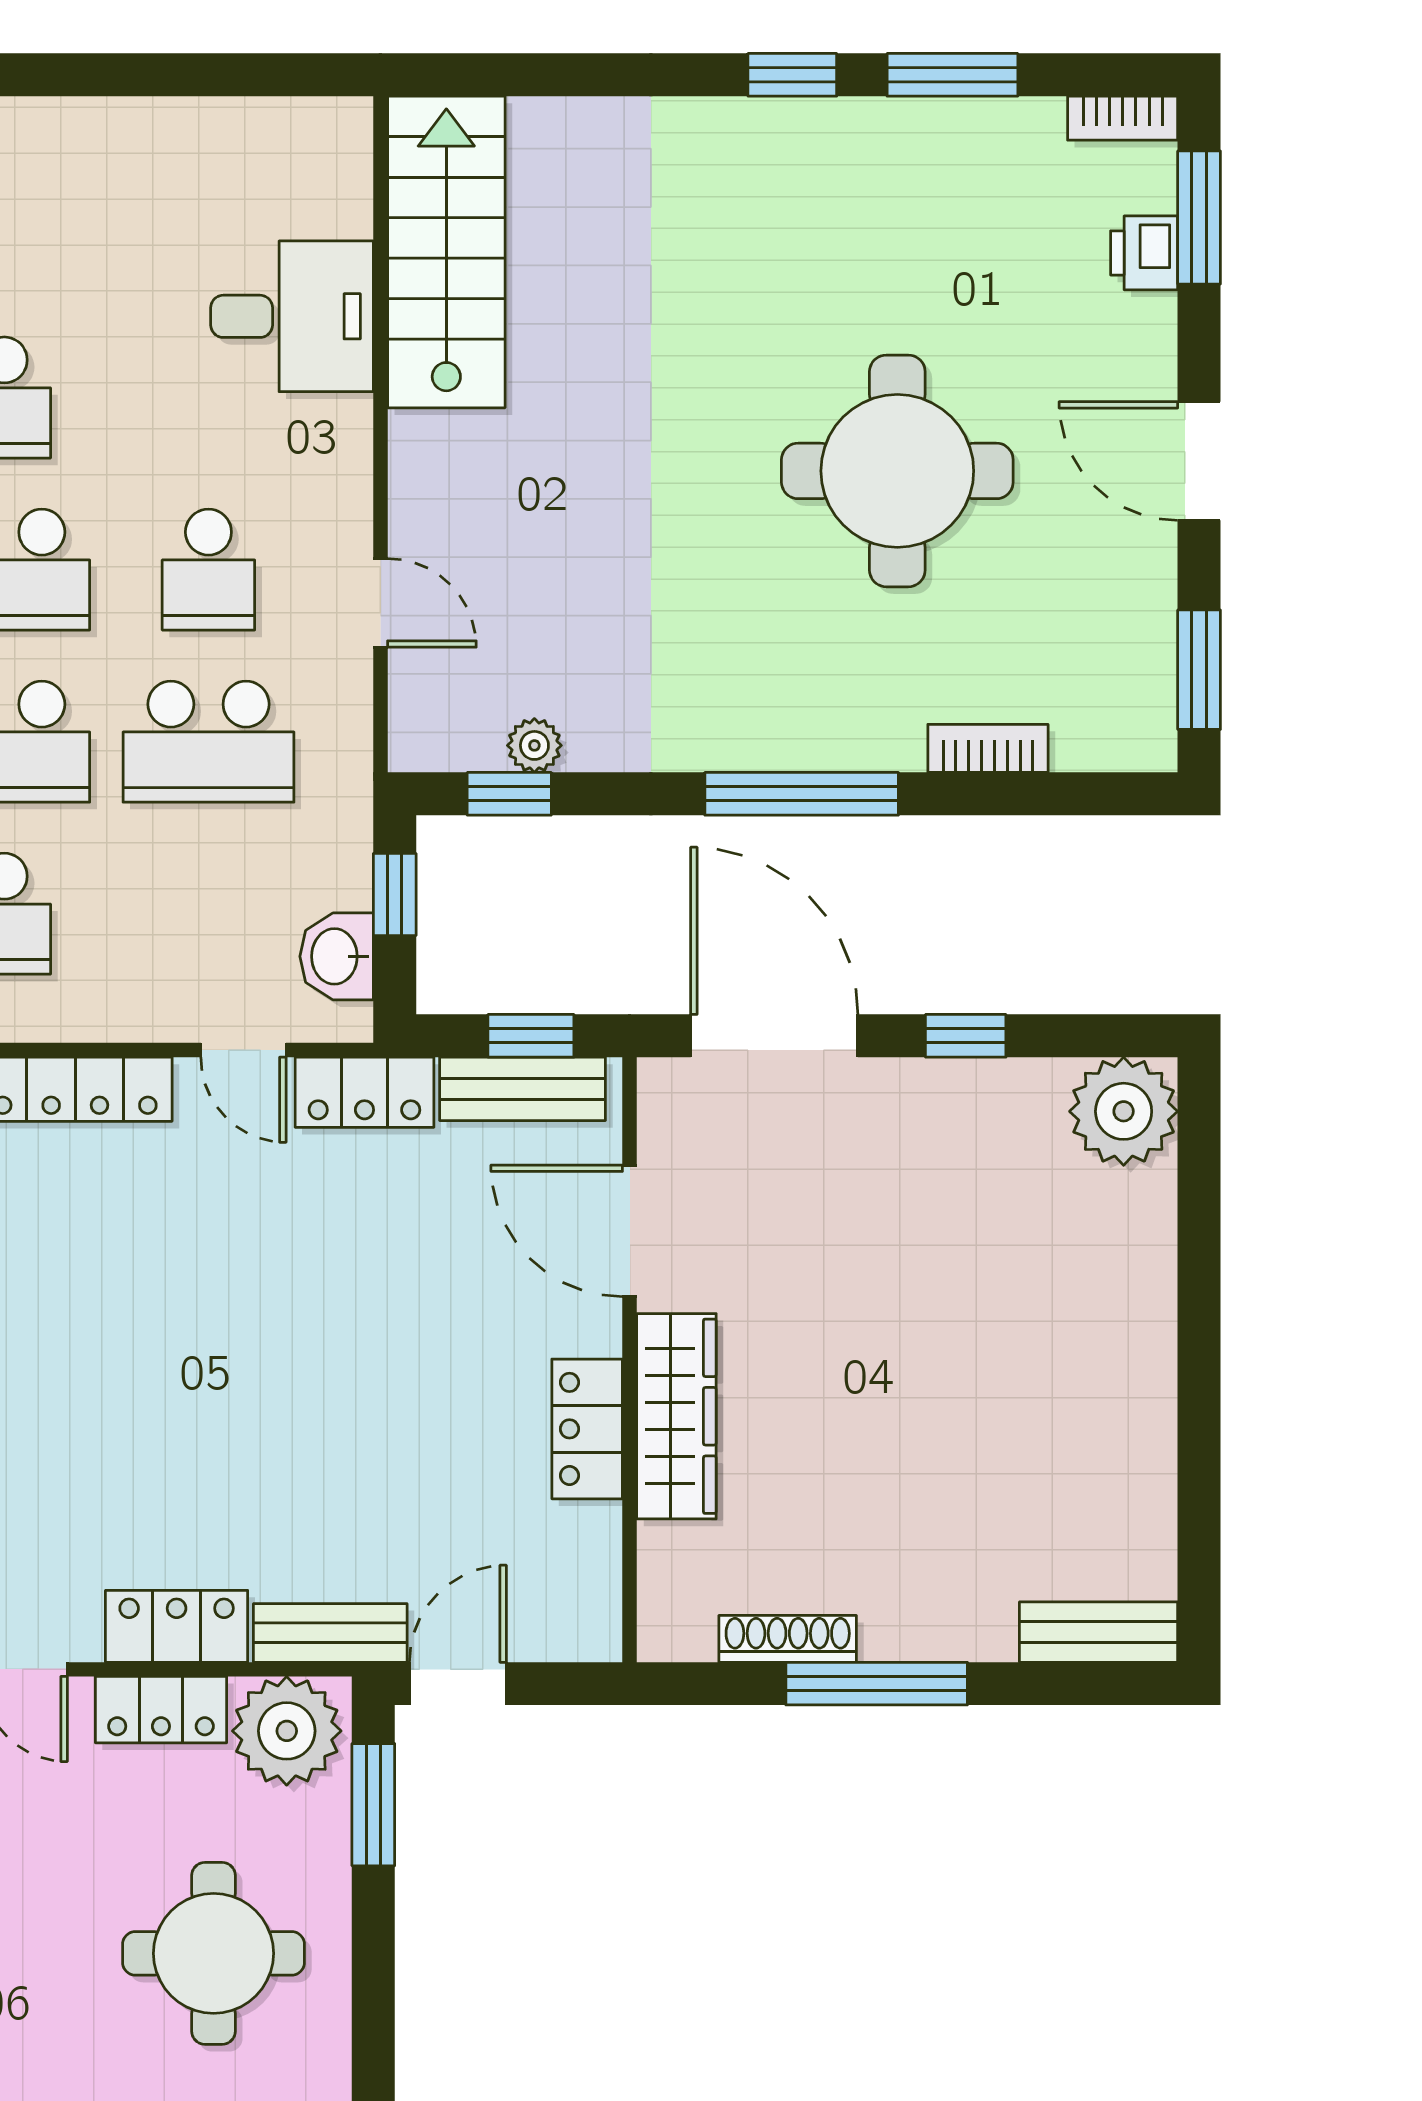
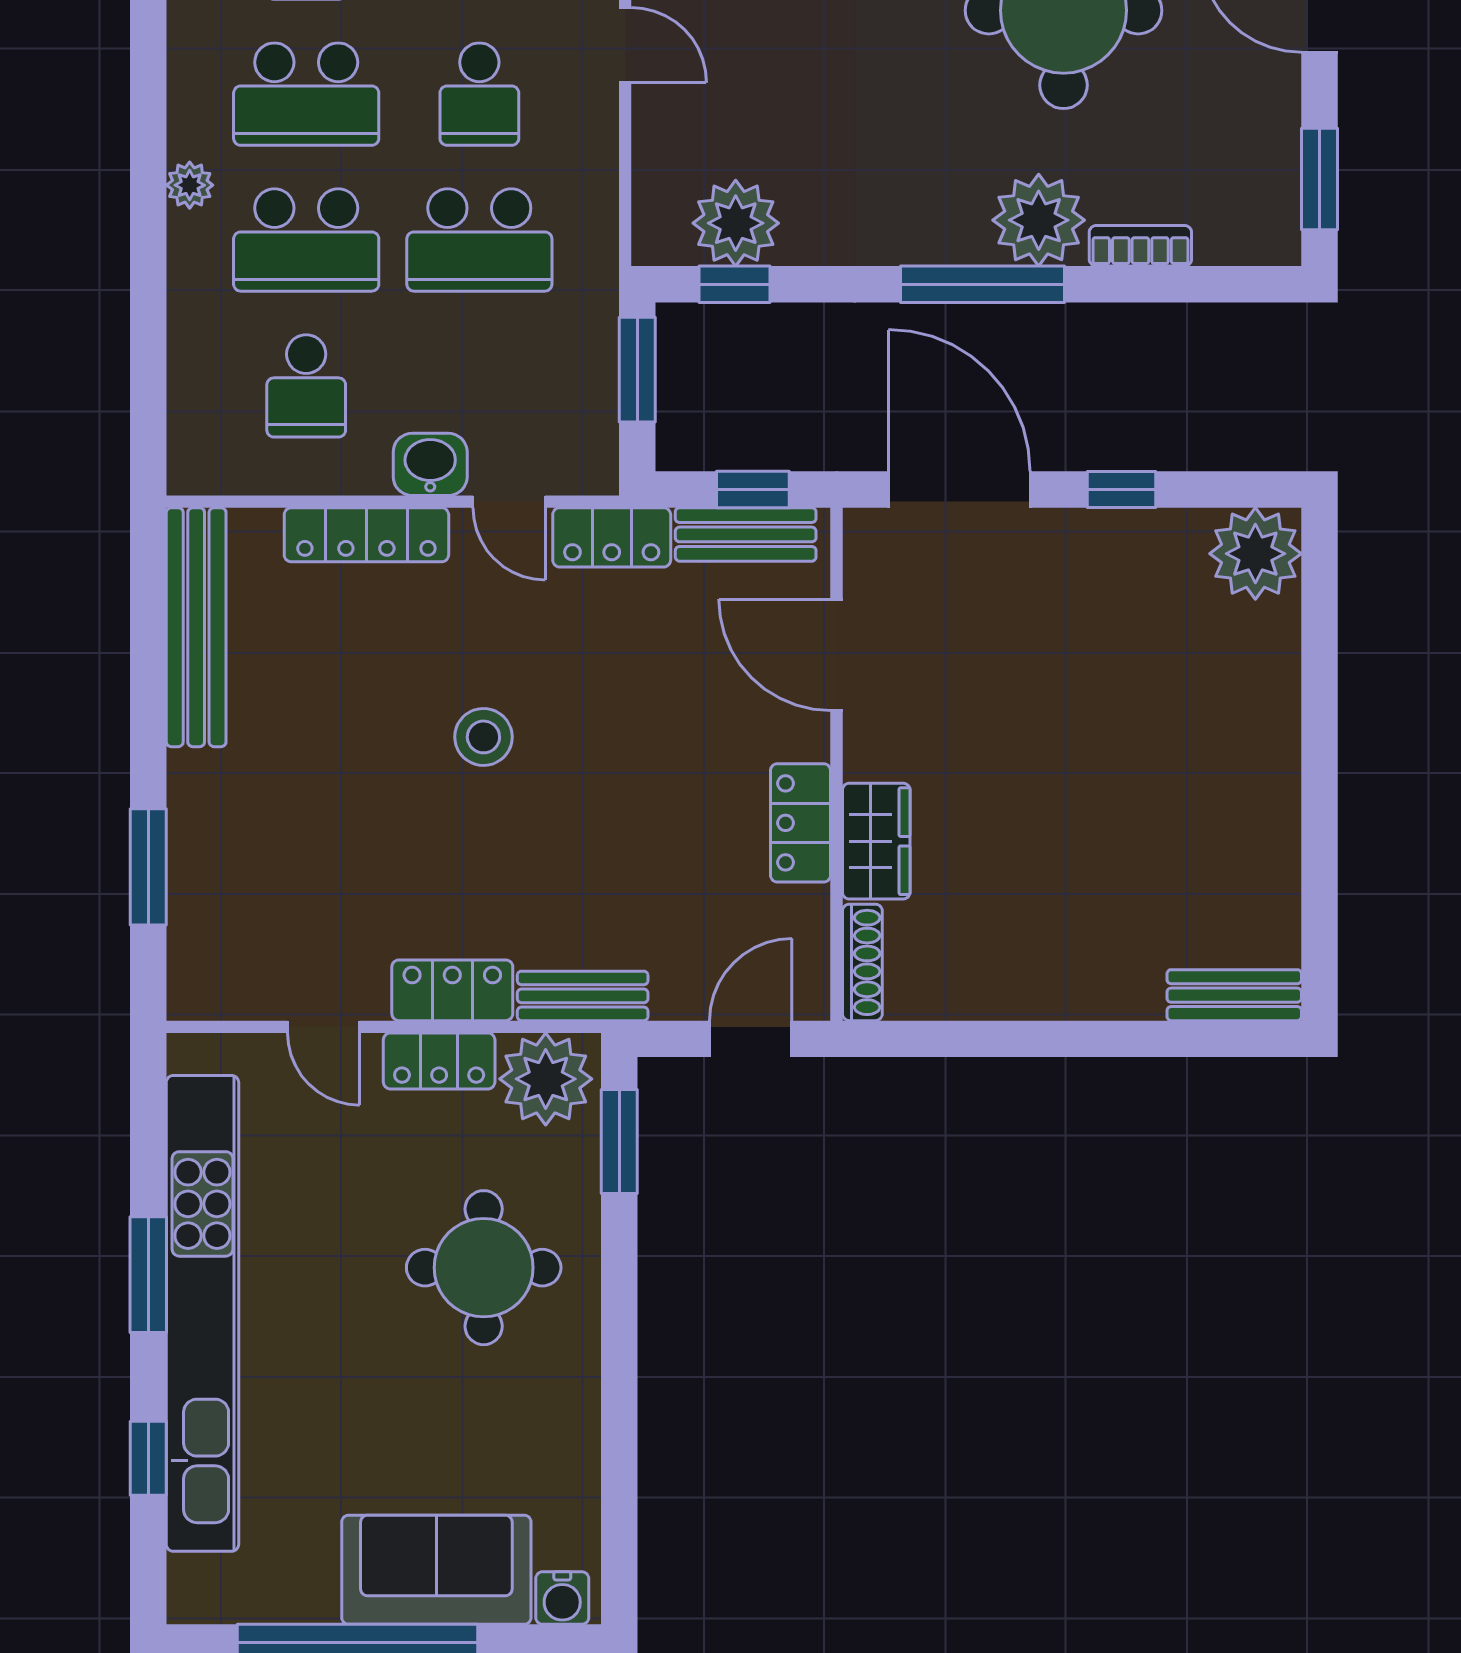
door: (380, 603) -> (625, 45), moved
plant: (868, 718) -> (1039, 220), added
plant: (534, 745) -> (736, 223), width x1.87, depth x1.87
window: (395, 895) -> (637, 370), width x1.50
washbasin: (337, 956) -> (430, 464), moved, turned 90
stool: (213, 1328) -> (483, 737), added
wardrobe: (676, 1416) -> (876, 841), width x0.67
shoe rack: (788, 1639) -> (862, 962), moved, turned 90
door: (458, 1684) -> (751, 1039), moved
window: (877, 1684) -> (1046, 1039), removed

